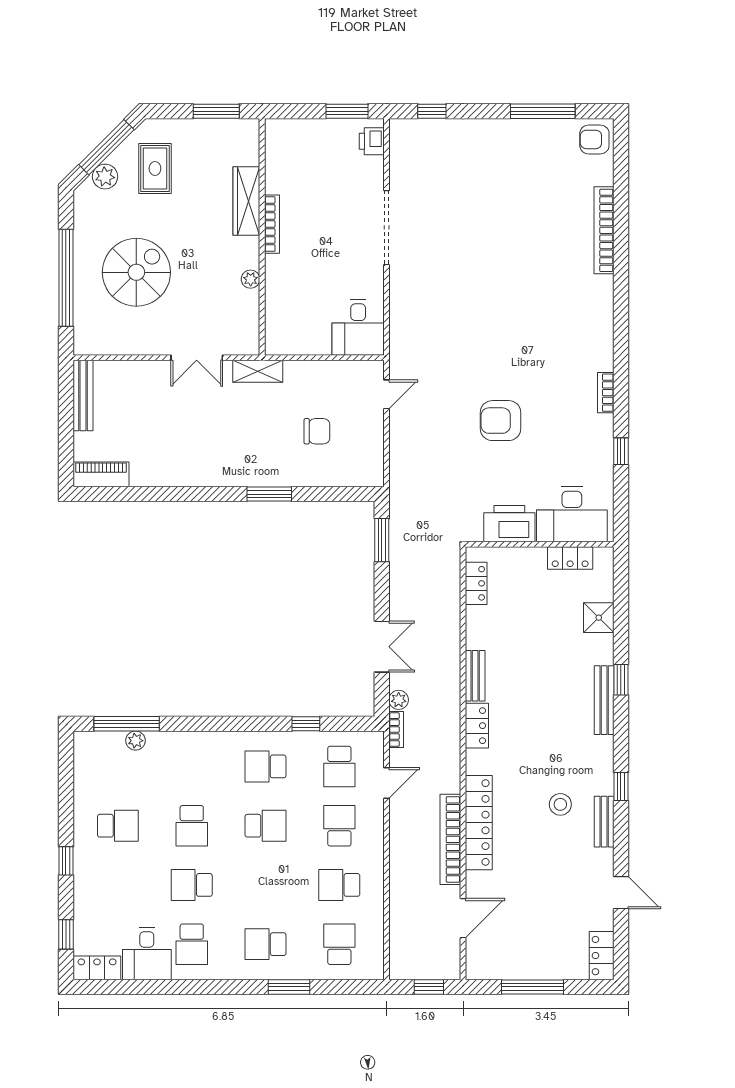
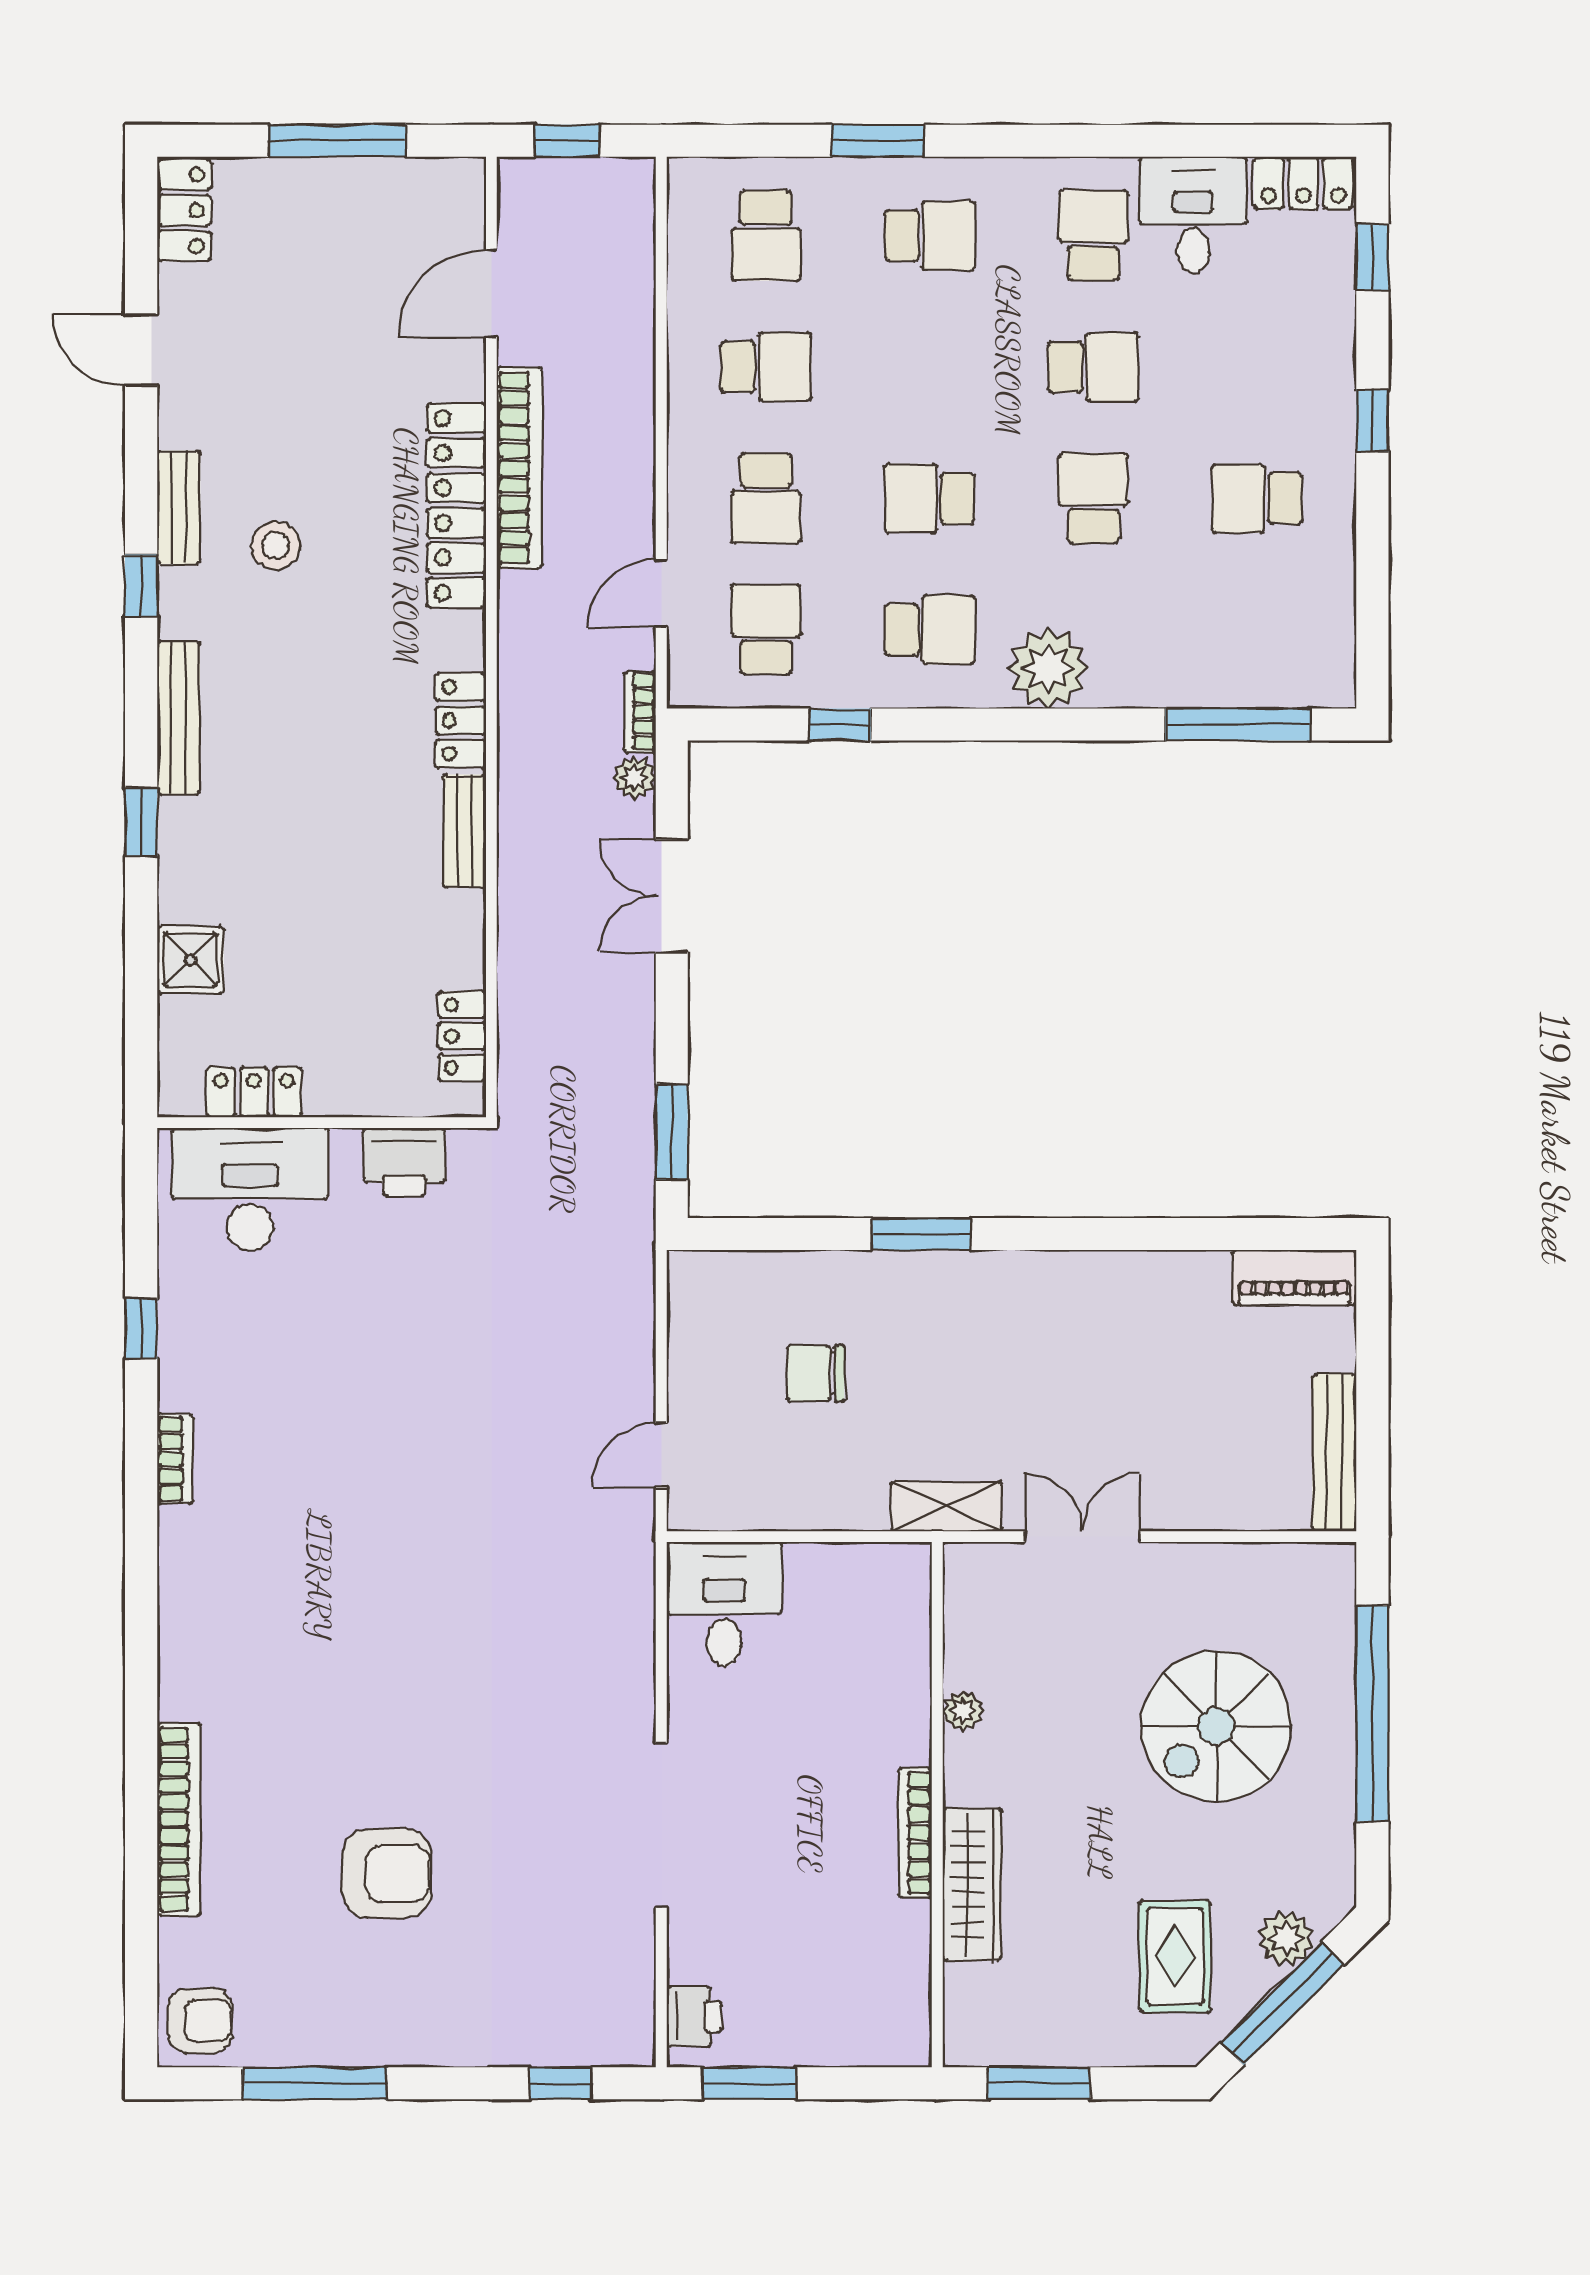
armchair: (501, 421) -> (387, 1873), moved
printer: (509, 524) -> (404, 1162), width x0.73, depth x0.84
bench: (604, 700) -> (178, 718), moved
plant: (136, 741) -> (1048, 668), moved, width x1.88, depth x1.88

